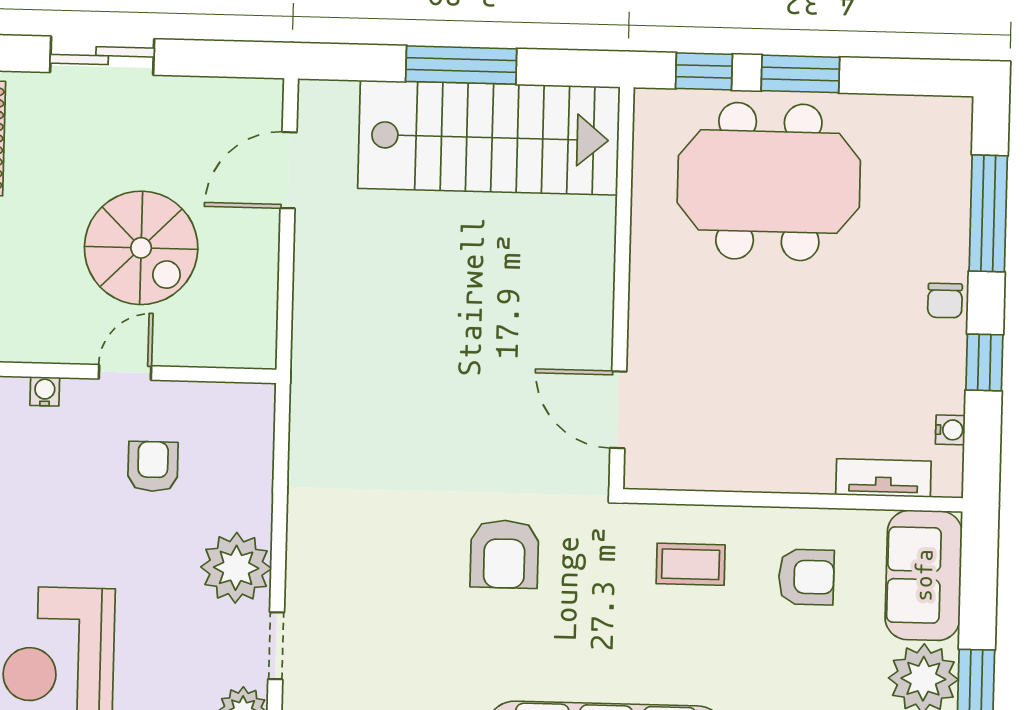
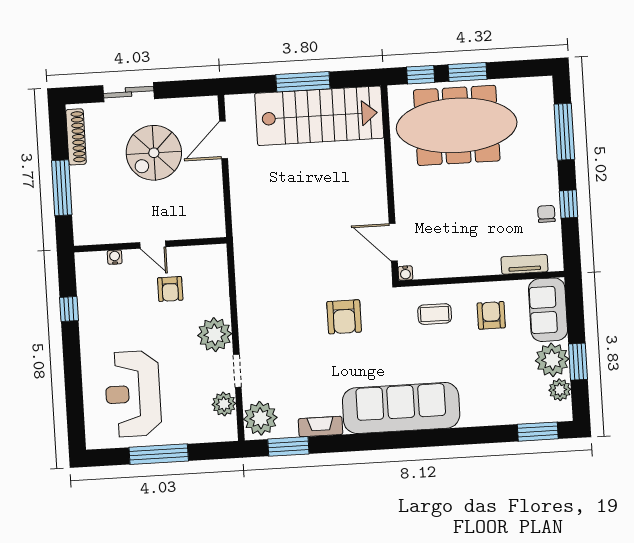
meeting table: (769, 182) -> (457, 125), width x1.36
spiral stairs: (141, 248) -> (154, 153), moved, turned 90
chair: (945, 300) -> (546, 214), moved, turned 180
door: (125, 372) -> (153, 245), swing flipped
water cooler: (950, 430) -> (405, 273), moved, turned 90
armchair: (153, 466) -> (170, 289), turned 180
armchair: (806, 577) -> (491, 315), turned -90

